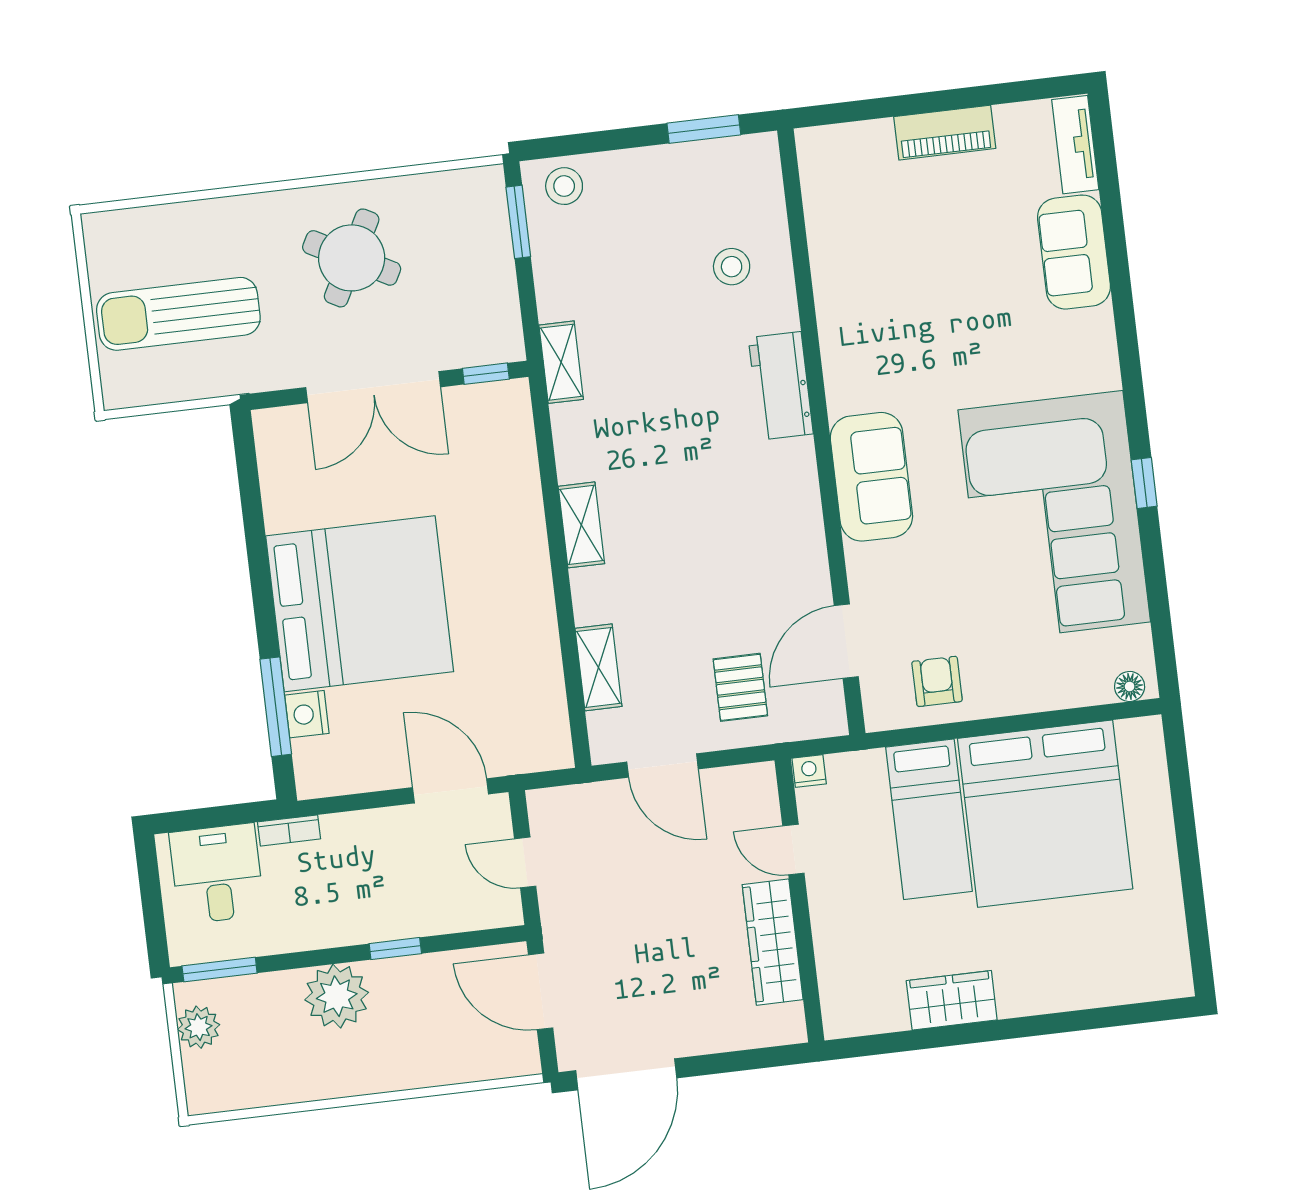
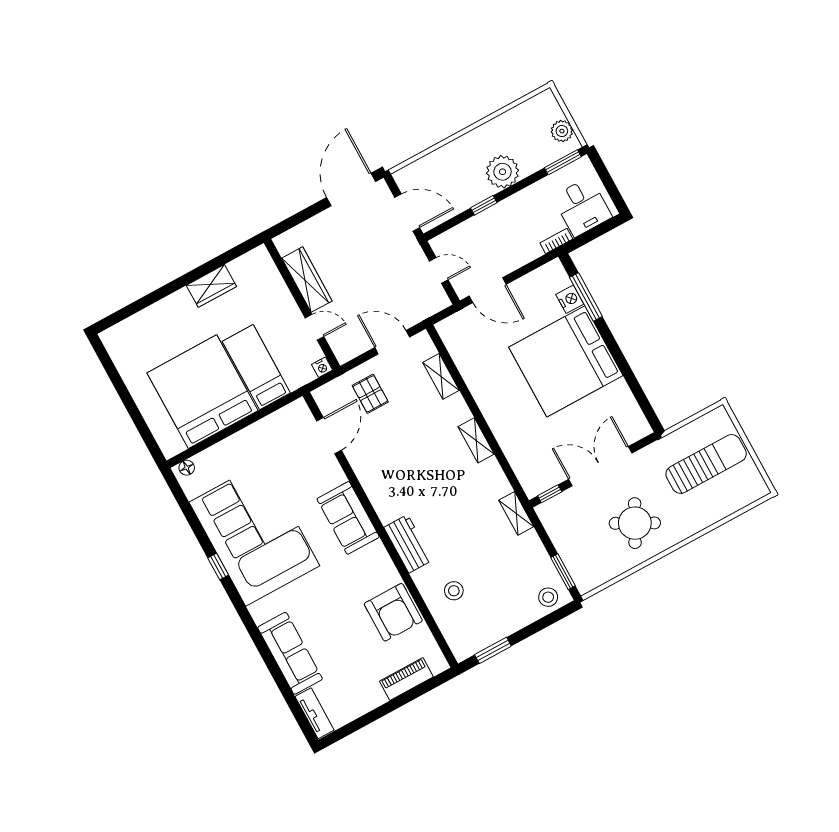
piano: (945, 133) -> (406, 679), moved
sofa: (1074, 252) -> (290, 653), width x1.36
armchair: (937, 681) -> (393, 612), moved, width x1.88, depth x1.88

